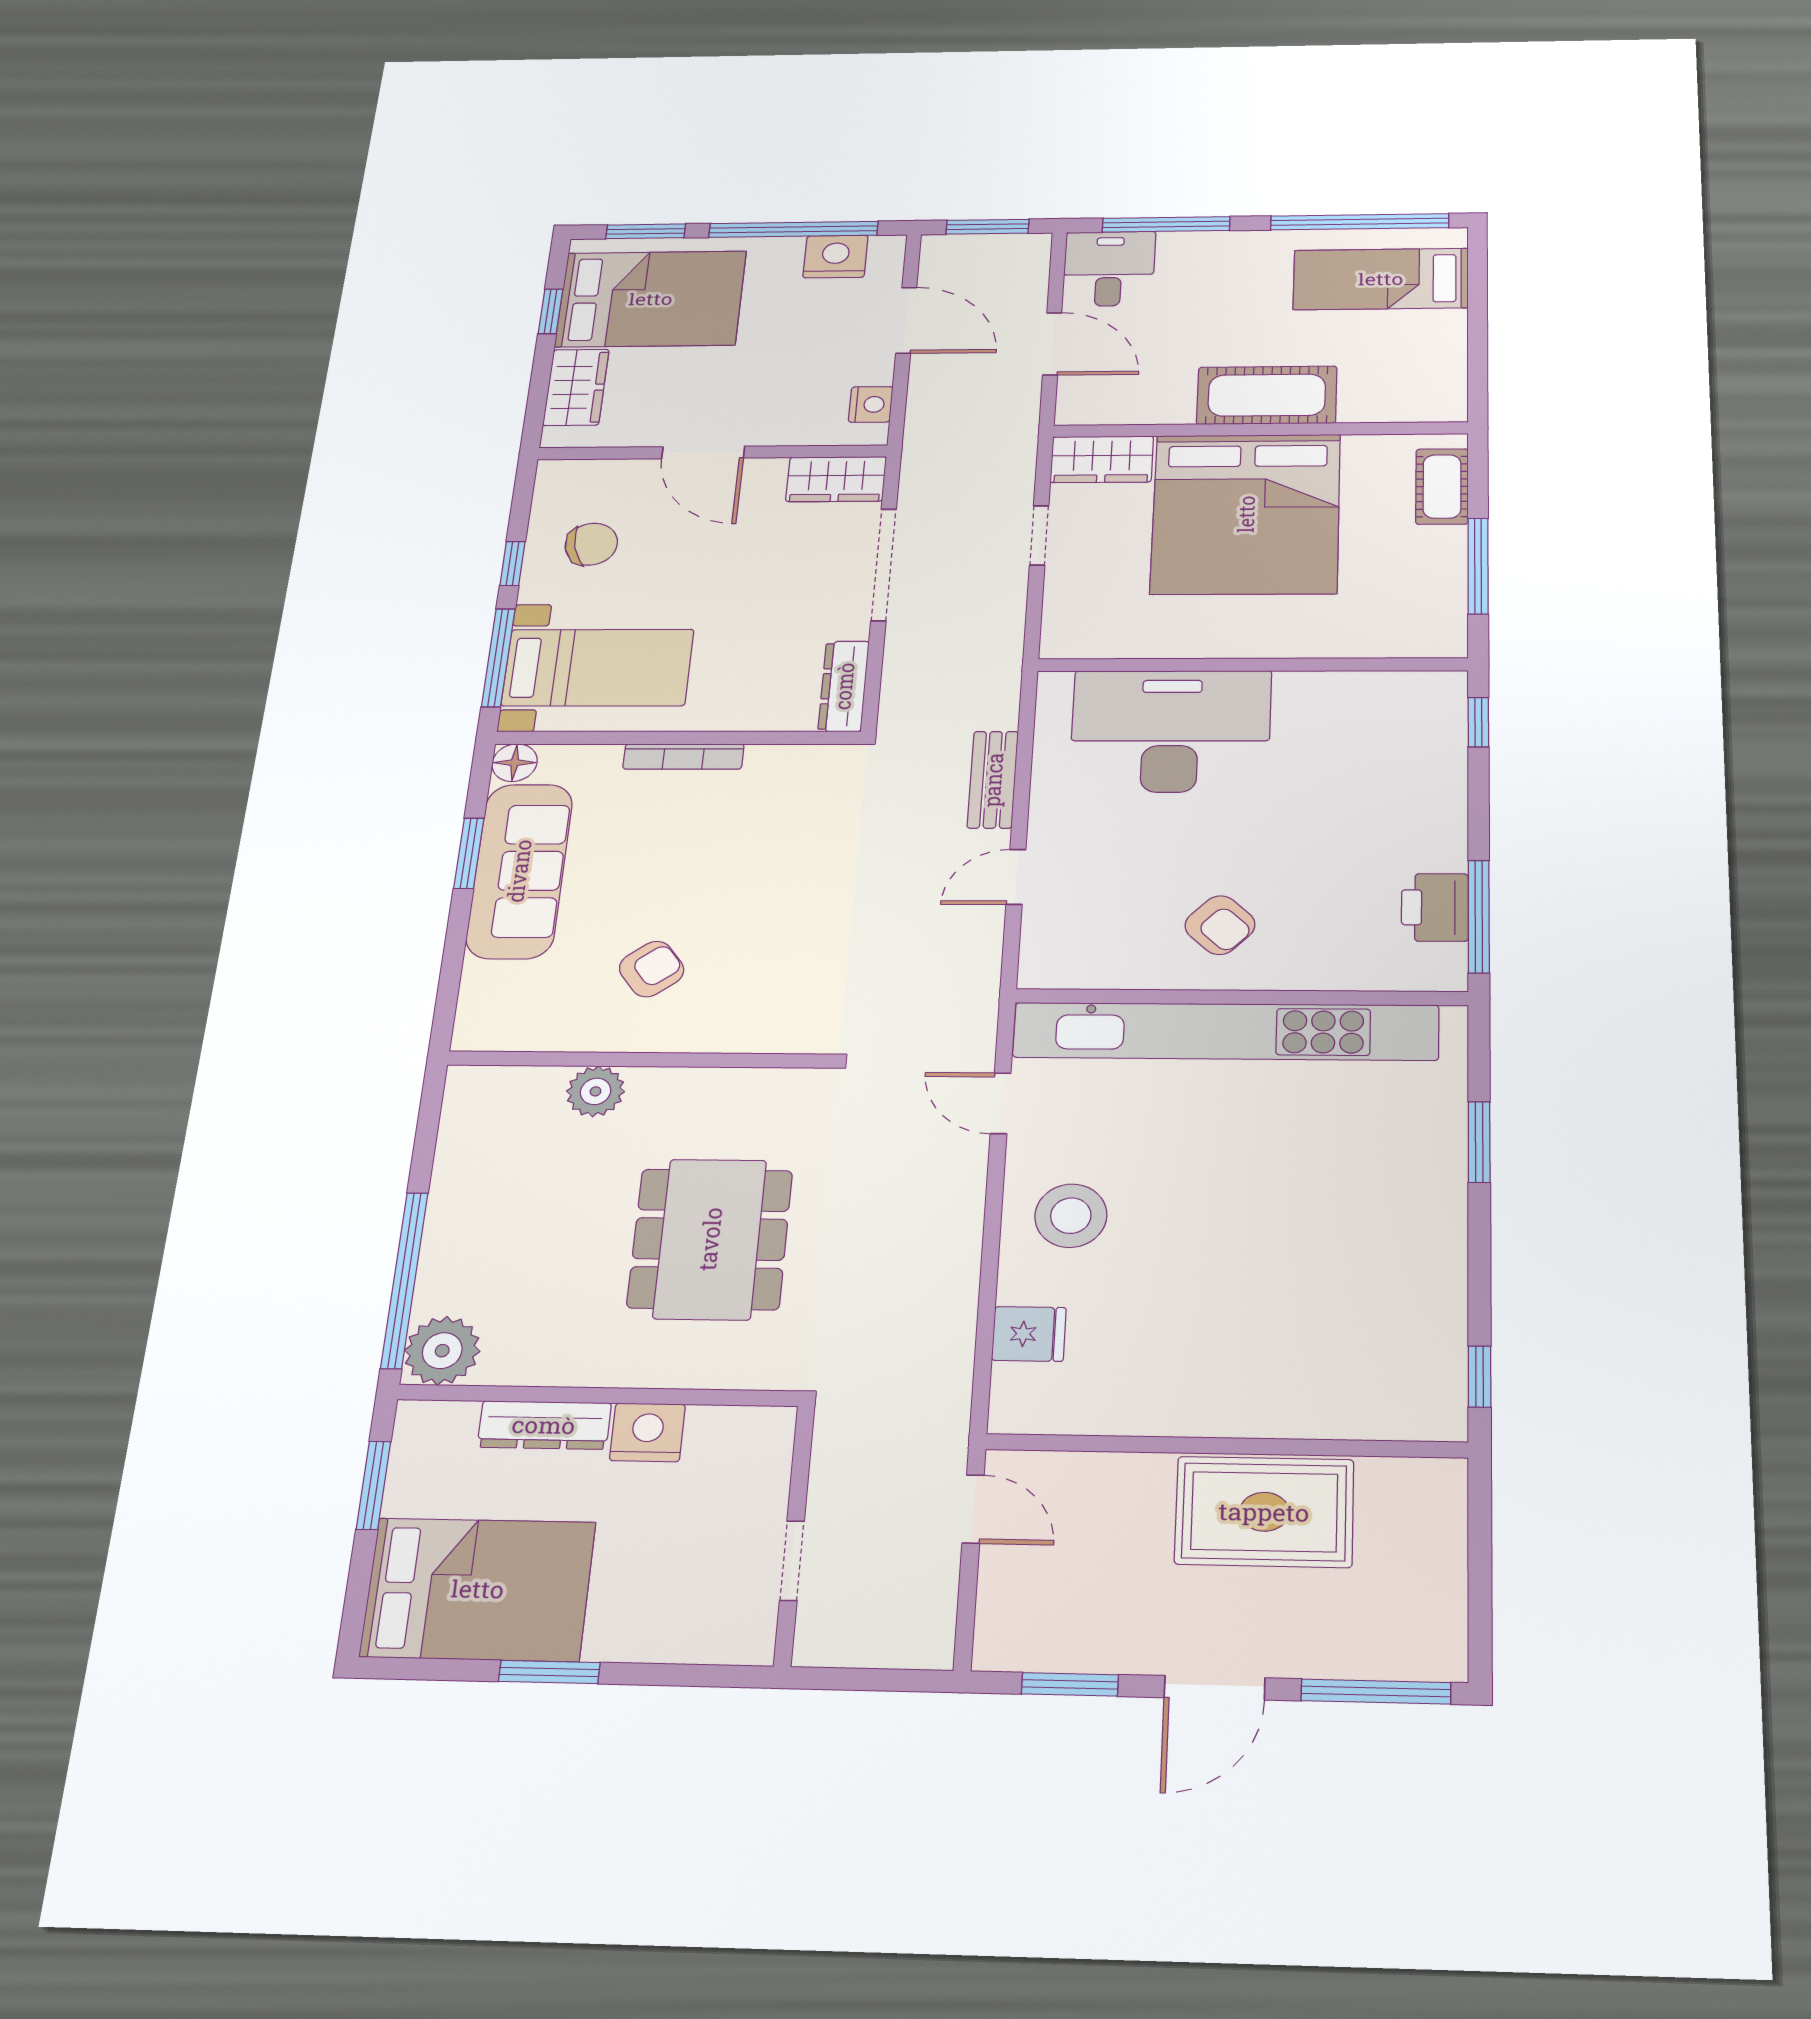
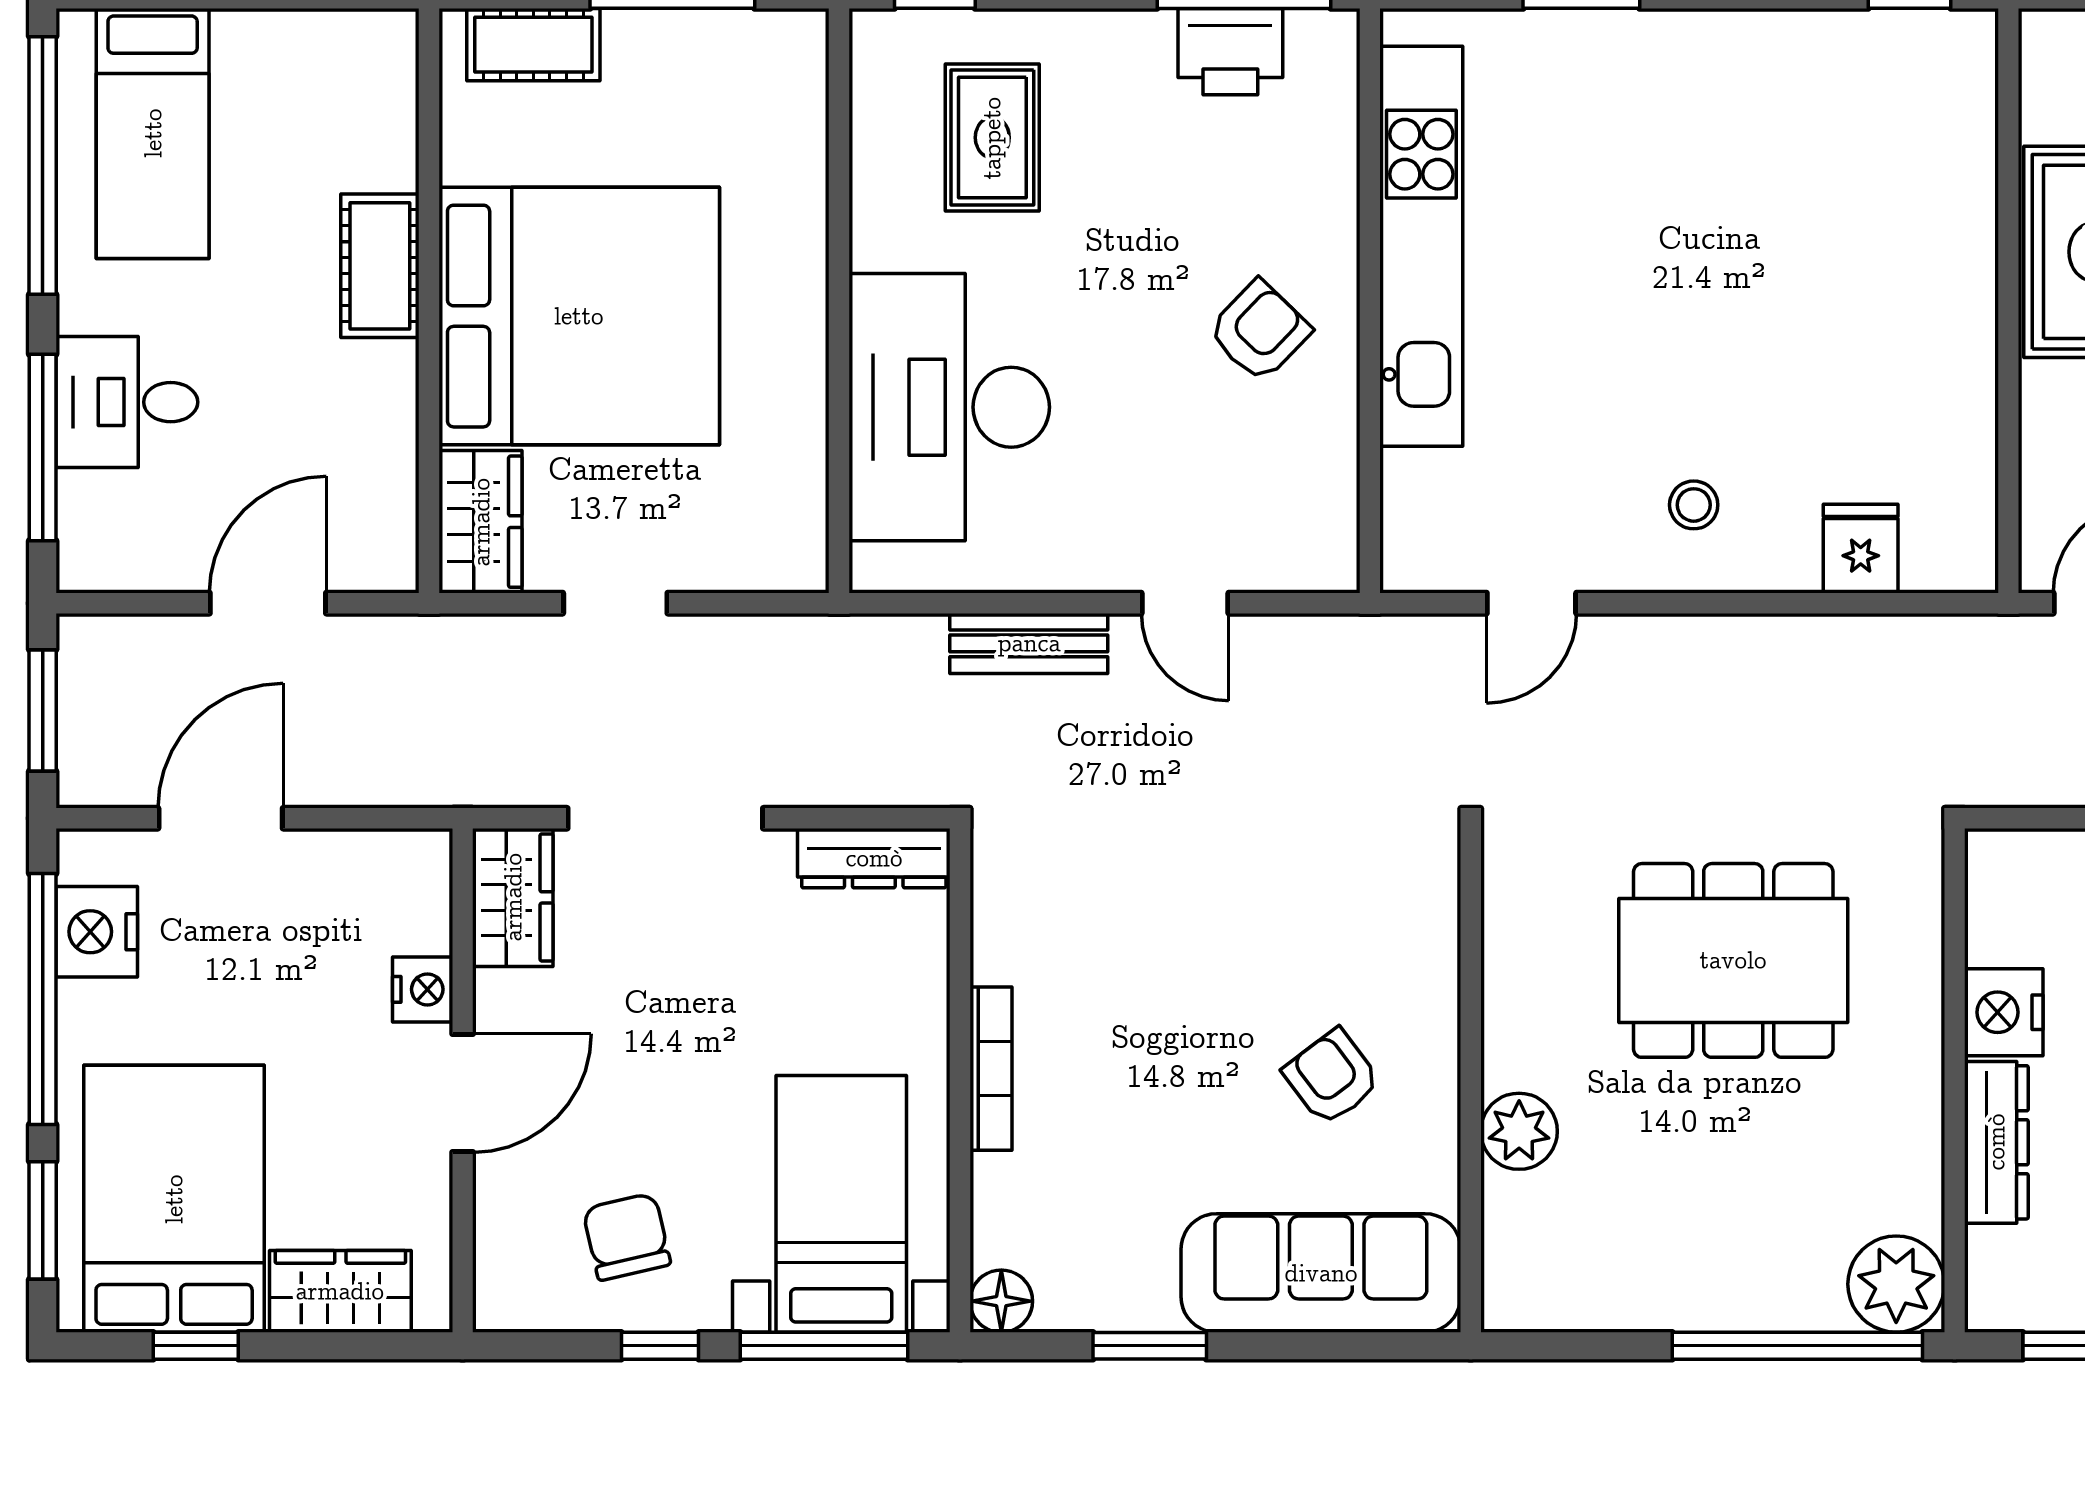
desk: (1109, 269) -> (127, 402), moved
cot: (1267, 395) -> (380, 266), width x0.73, depth x0.75
nightstand: (871, 404) -> (423, 989), moved, turned 90
rug: (1371, 757) -> (992, 138), added
sofa: (519, 871) -> (1321, 1273), moved
kitchen unit: (1225, 1031) -> (1421, 246), width x0.73
stool: (1071, 1216) -> (1694, 505), width x0.53, depth x0.53

